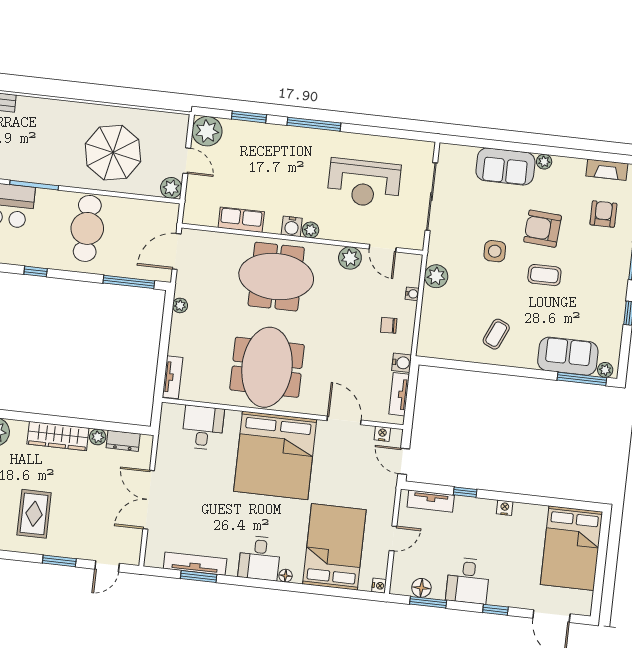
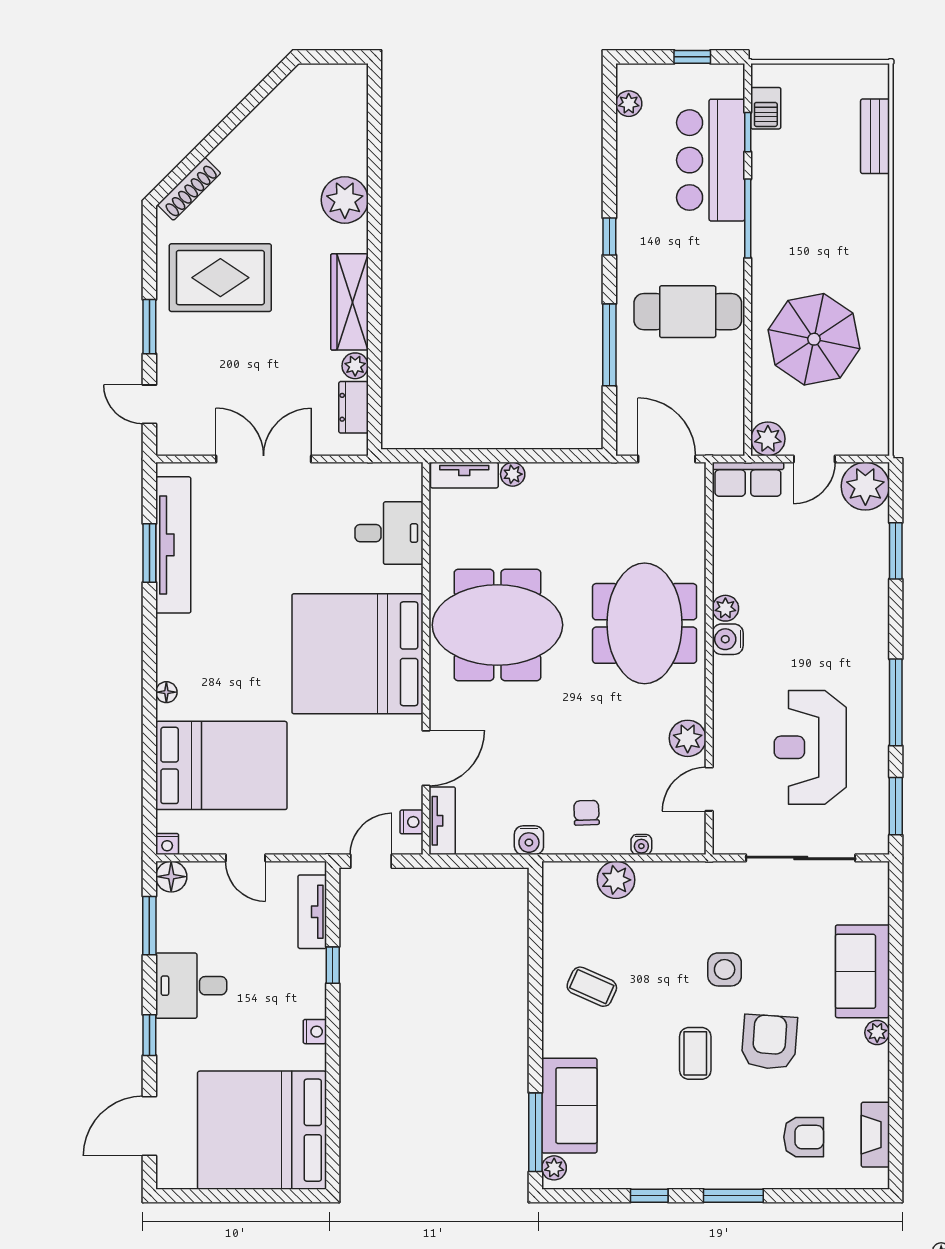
window: (314, 124) -> (896, 702), moved
window: (406, 135) -> (896, 806), added
row of seats: (241, 220) -> (748, 479), moved, turned 90
plant: (311, 230) -> (725, 608), moved
plant: (436, 276) -> (616, 880), moved
window: (129, 282) -> (609, 345), moved
plant: (180, 305) -> (513, 474), moved
tv unit: (399, 394) -> (442, 821), moved, turned 90
rug: (34, 514) -> (220, 278), width x1.36, depth x1.43
bed: (571, 548) -> (262, 1130), width x1.36
desk: (260, 558) -> (190, 647), removed
tv unit: (195, 564) -> (173, 545), width x1.36, depth x1.29
floor lamp: (421, 588) -> (171, 877), moved

